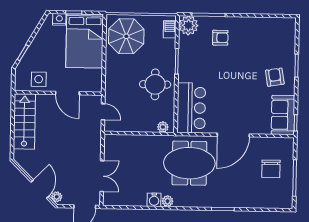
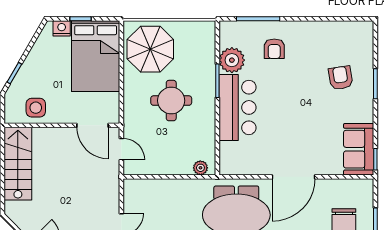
plant: (188, 25) -> (232, 60), moved
barbecue: (170, 29) -> (207, 39), removed
armchair: (220, 38) -> (274, 49), turned 90
armchair: (275, 77) -> (341, 78), moved
round table: (155, 84) -> (171, 101), moved
door: (67, 93) -> (93, 125), moved
bar counter: (191, 108) -> (237, 107), moved

